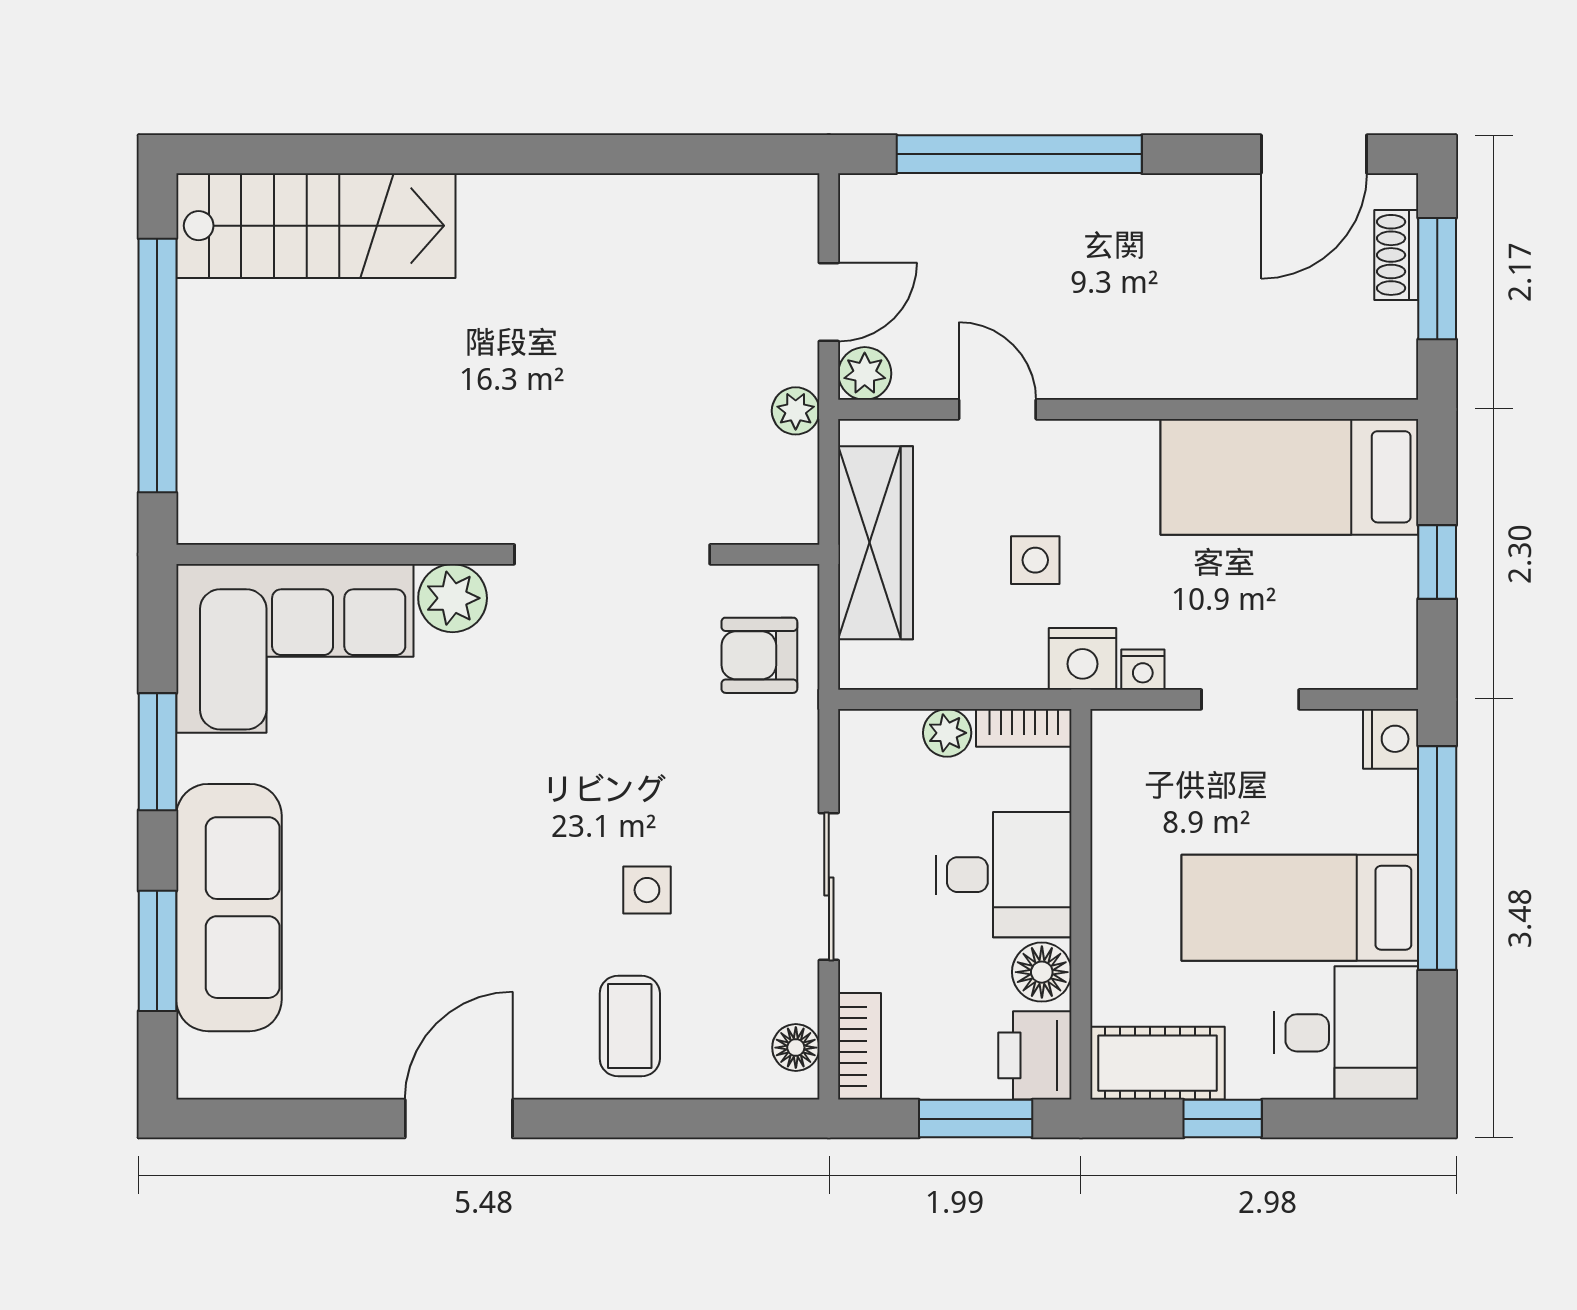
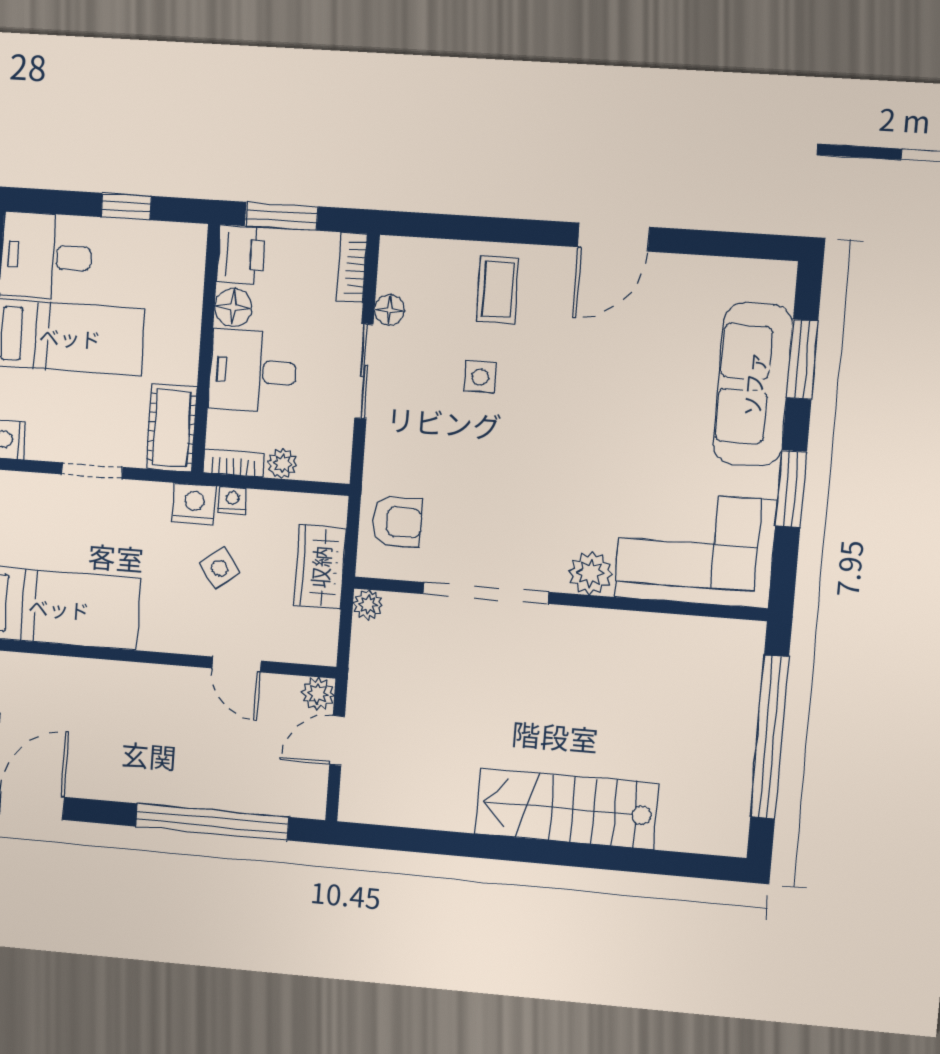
stairs: (316, 226) -> (566, 809), moved
plant: (796, 411) -> (368, 605), moved
wardrobe: (876, 543) -> (320, 567), width x0.67
side table: (1035, 560) -> (219, 568), turned -36
nightstand: (1143, 670) -> (232, 500), moved
floor lamp: (796, 1048) -> (389, 310), moved
cot: (1158, 1063) -> (172, 428), moved, turned 90

